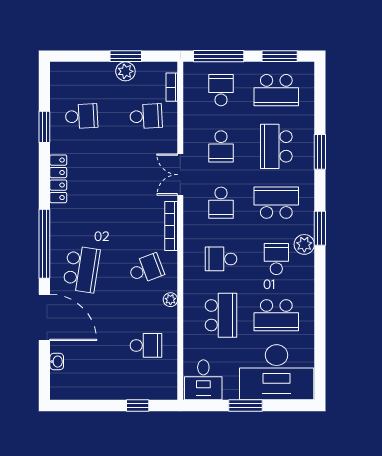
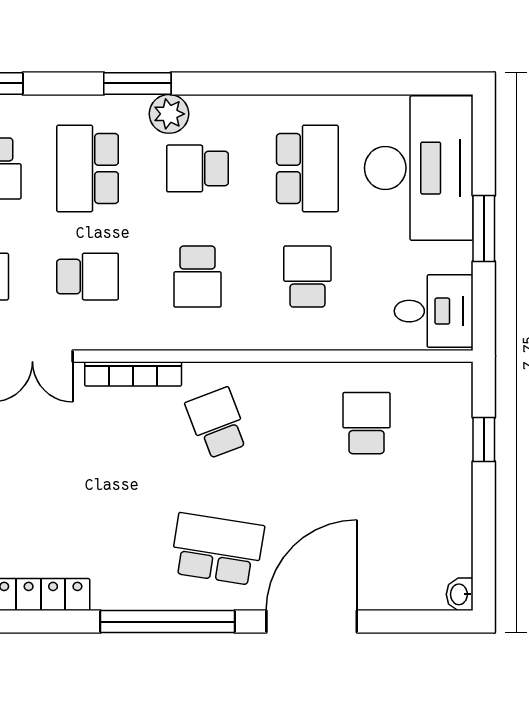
plant: (170, 300) -> (277, 375), removed
school desk: (221, 315) -> (307, 277), width x0.54
washbasin: (57, 362) -> (460, 594), moved, turned -90

